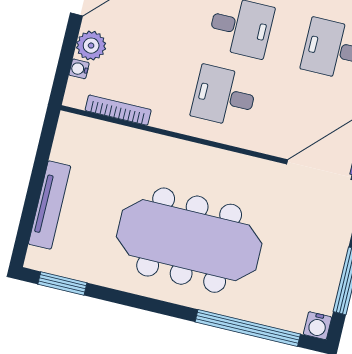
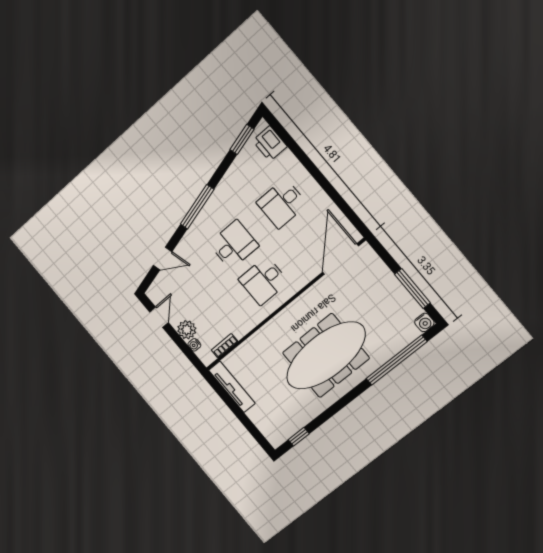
bookcase: (118, 110) -> (225, 346), width x0.64
tv unit: (50, 205) -> (232, 387), moved
window: (62, 283) -> (299, 437), width x0.67

